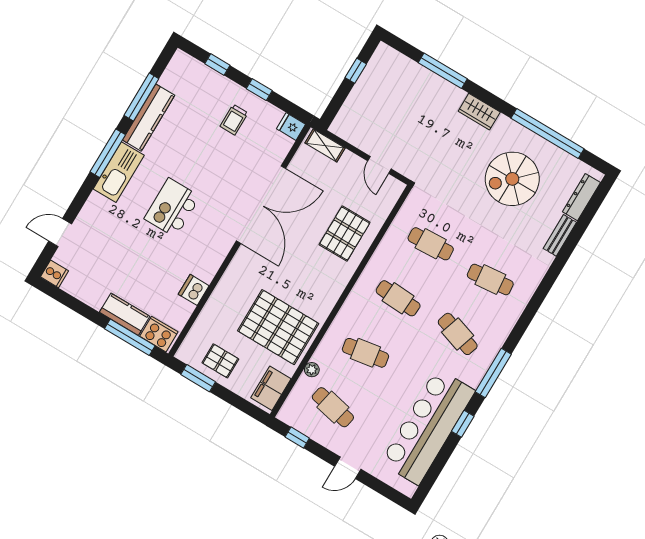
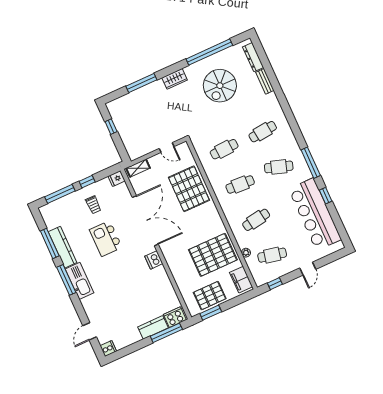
window: (217, 65) -> (60, 194), width x2.17
kitchen island: (172, 208) -> (106, 239), moved
pallet: (345, 233) -> (189, 189), width x1.37, depth x1.41
dishwasher: (194, 290) -> (154, 260), moved
pallet: (220, 361) -> (210, 296), width x1.50, depth x1.42

